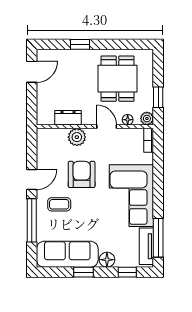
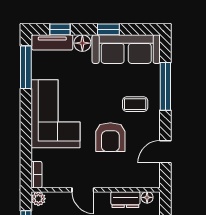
floor lamp: (128, 120) -> (147, 197), moved
plant: (77, 137) -> (116, 178), removed
door: (32, 180) -> (165, 152), moved
tv unit: (146, 246) -> (52, 42), moved, turned 90

